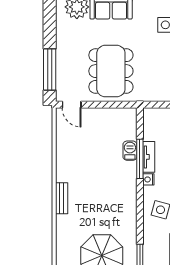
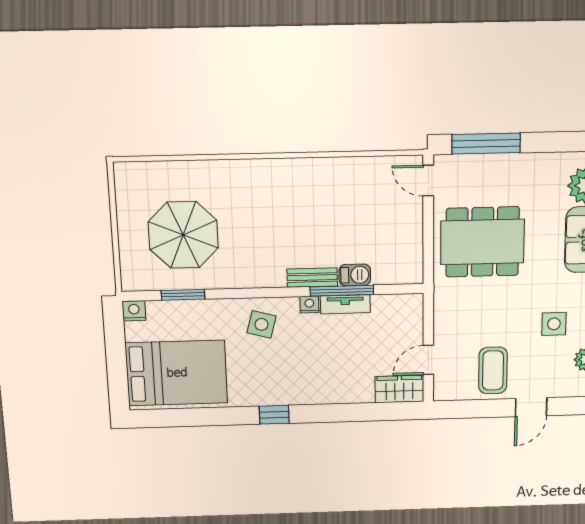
door: (72, 105) -> (428, 181), hinge flipped
bench: (62, 198) -> (312, 278), moved

